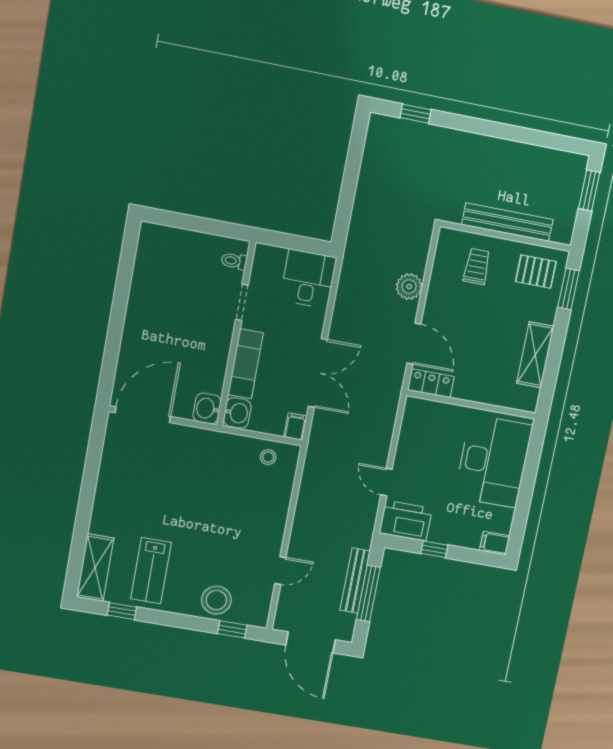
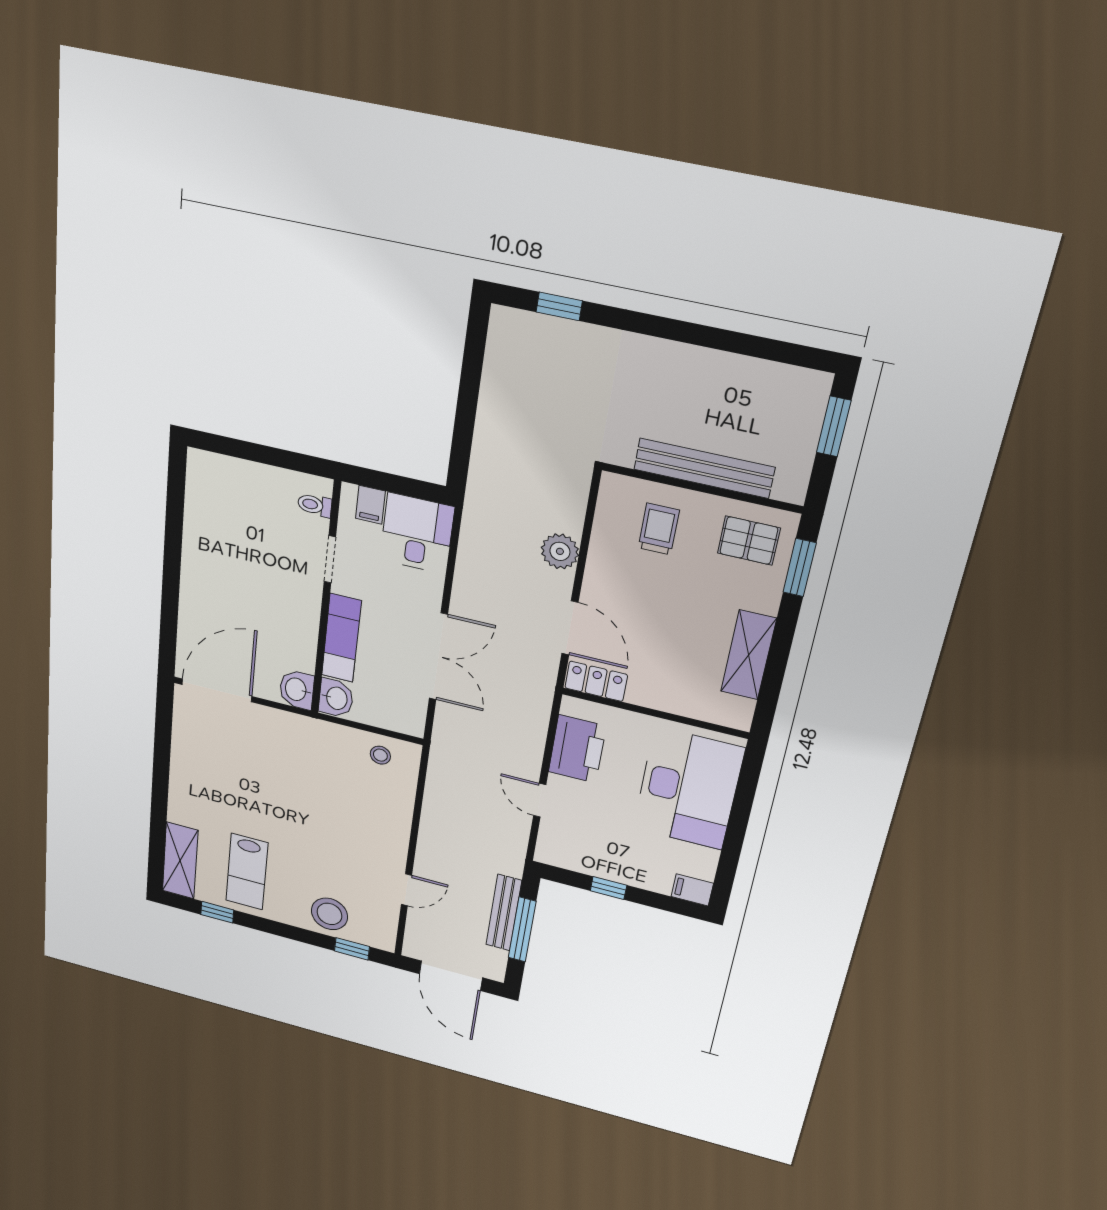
filing cabinet: (295, 427) -> (370, 505), moved, turned 180
printer: (406, 521) -> (577, 749), moved, turned 90

